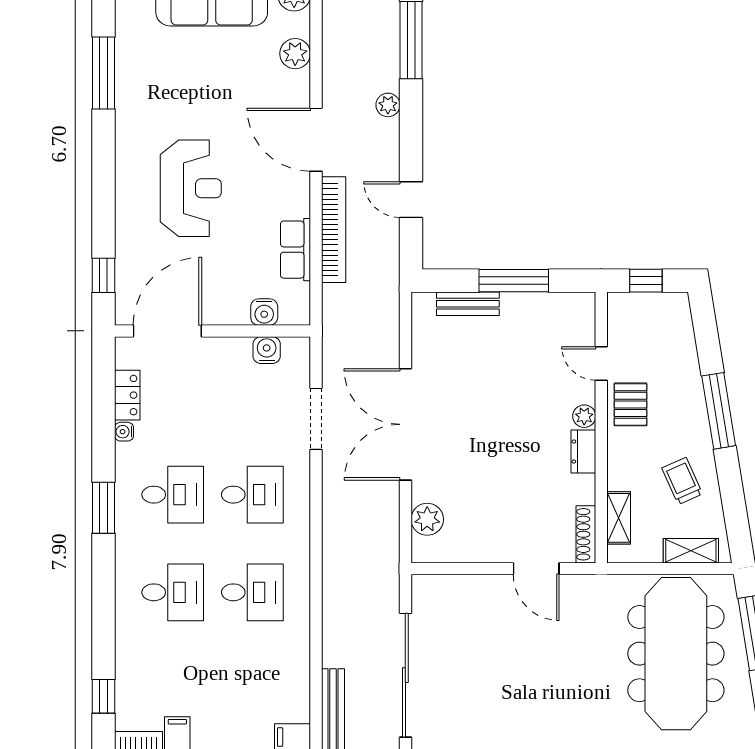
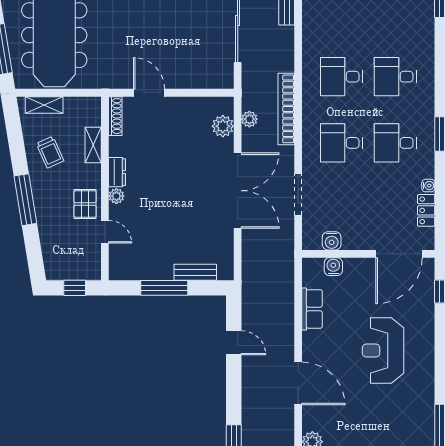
plant: (388, 105) -> (249, 119), moved
bookcase: (334, 230) -> (286, 109), moved
shelving: (619, 518) -> (93, 145), moved

